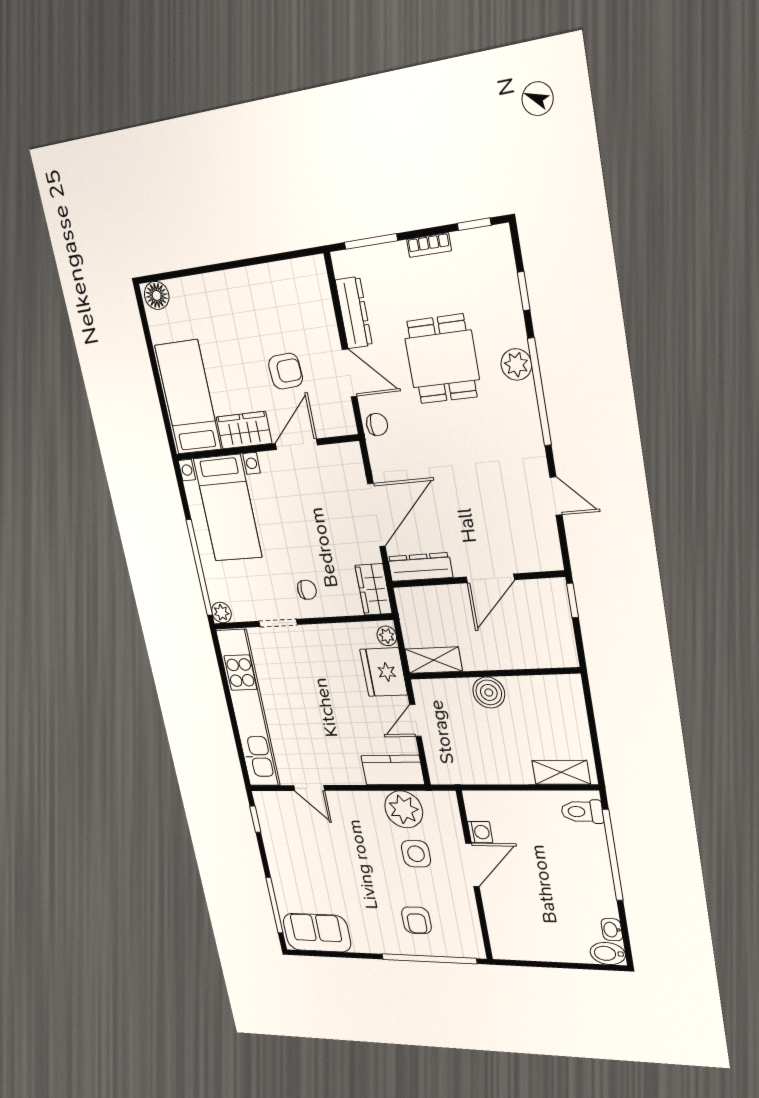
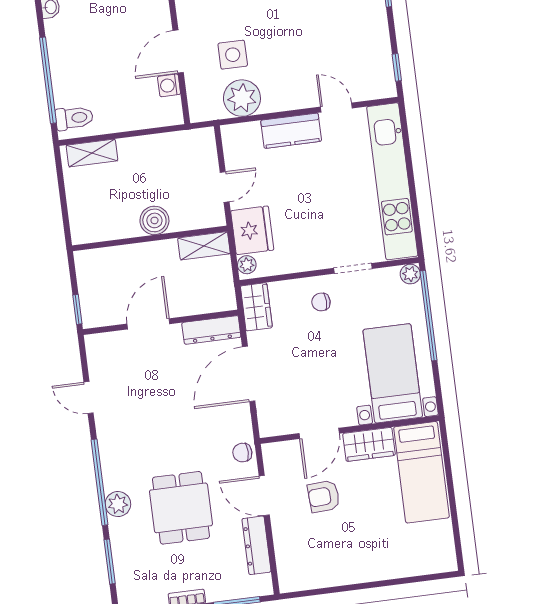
window: (524, 291) -> (110, 562), width x1.50
floor lamp: (157, 295) -> (442, 561), removed
kitchen counter: (393, 770) -> (291, 131), moved

